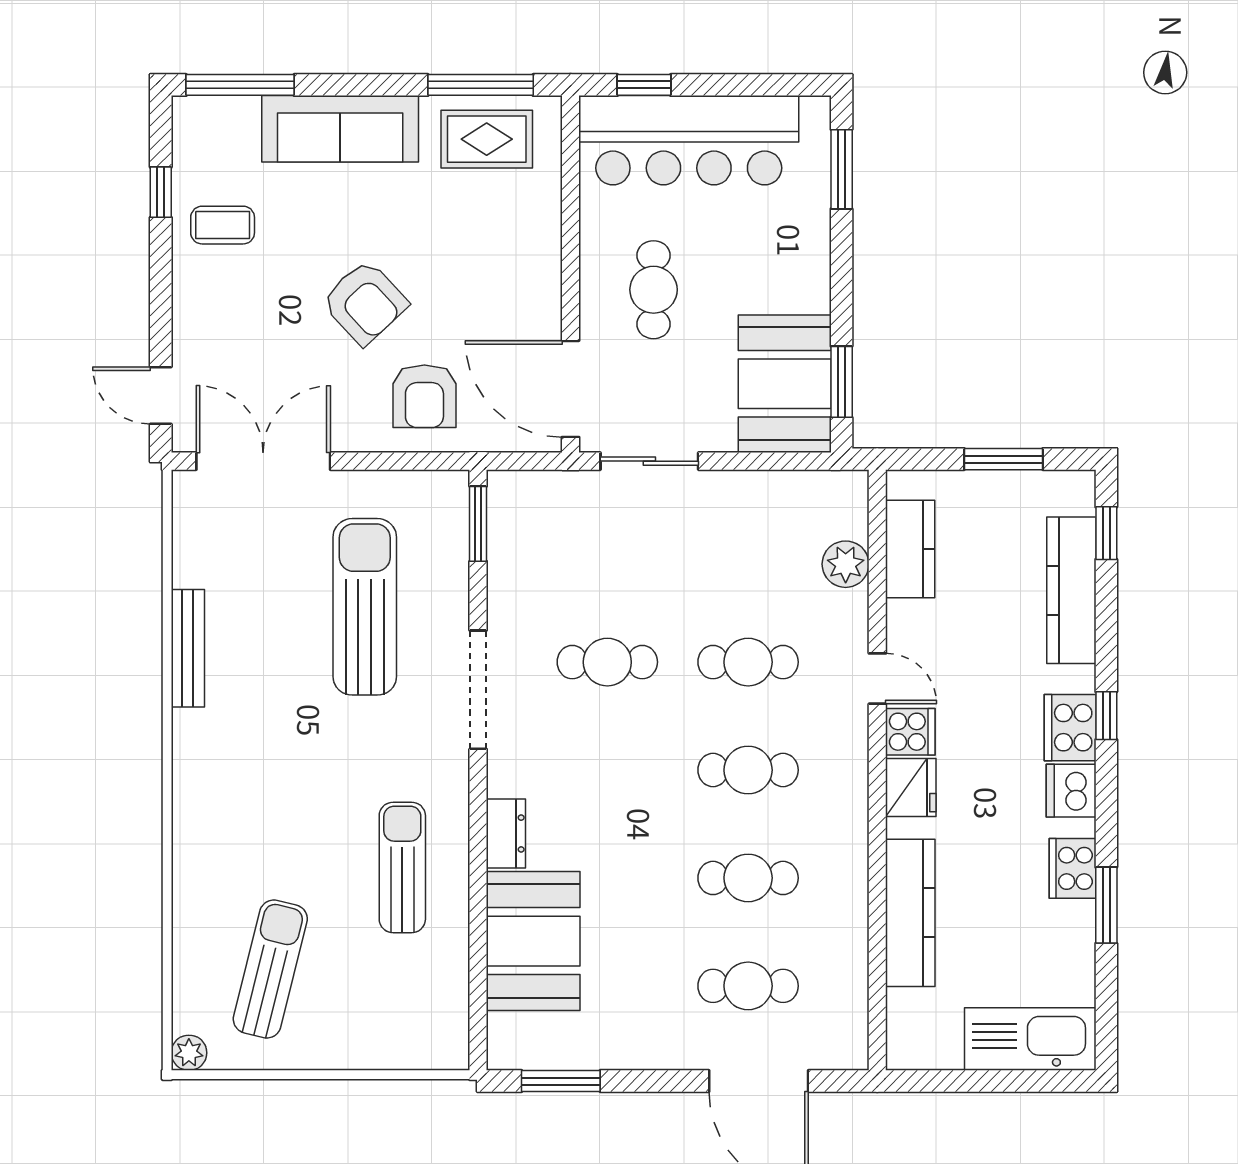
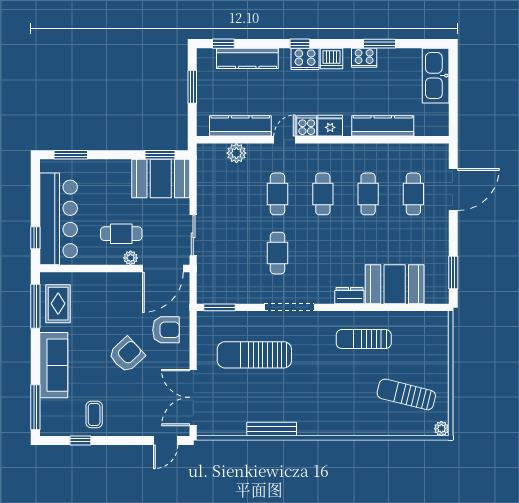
plant: (596, 312) -> (131, 258), added
kitchen counter: (910, 549) -> (240, 126), width x1.50

